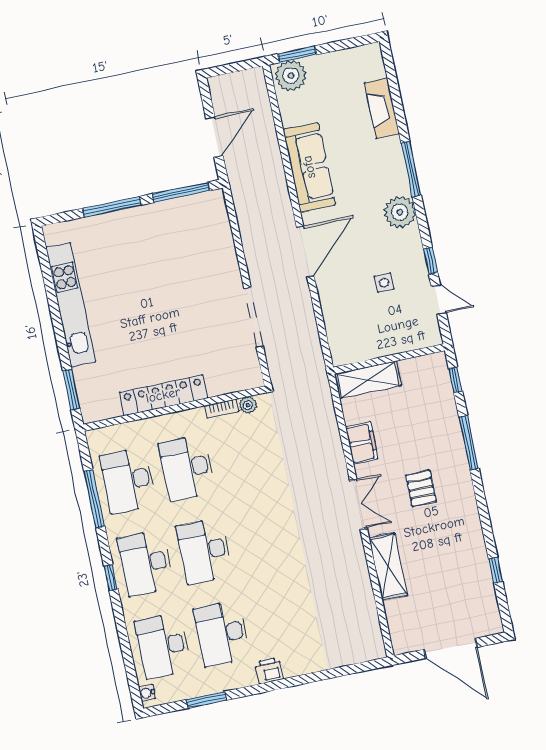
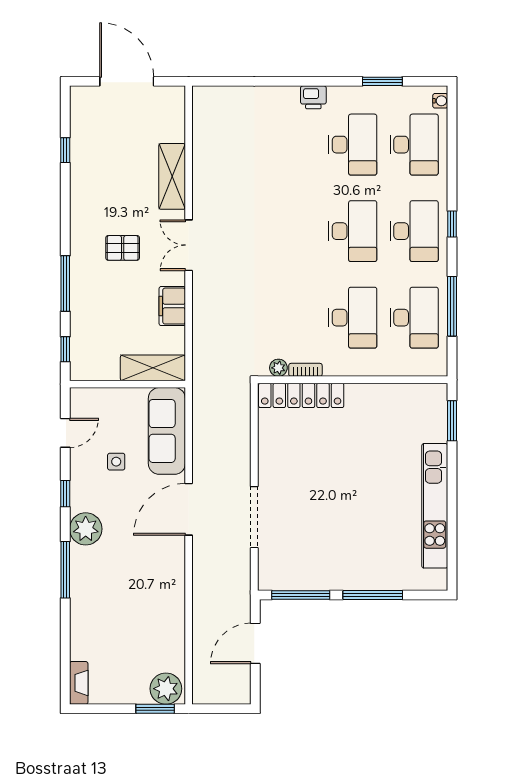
fireplace: (382, 108) -> (79, 683), moved, width x0.73, depth x0.76
sofa: (309, 167) -> (167, 431), moved
window: (430, 261) -> (65, 494), moved
door: (439, 300) -> (65, 433), swing flipped
doorway: (254, 317) -> (254, 517), moved
locker: (163, 395) -> (301, 395), moved
pallet: (421, 488) -> (123, 248), turned 90

